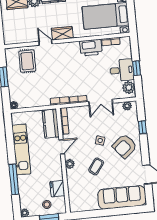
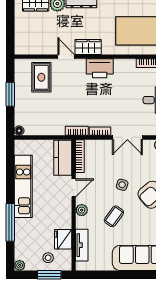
printer: (91, 48) -> (100, 68), moved
tv unit: (73, 192) -> (82, 245), added

